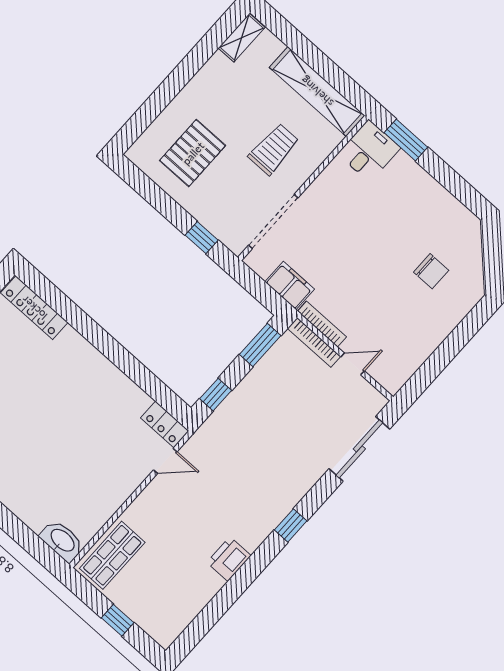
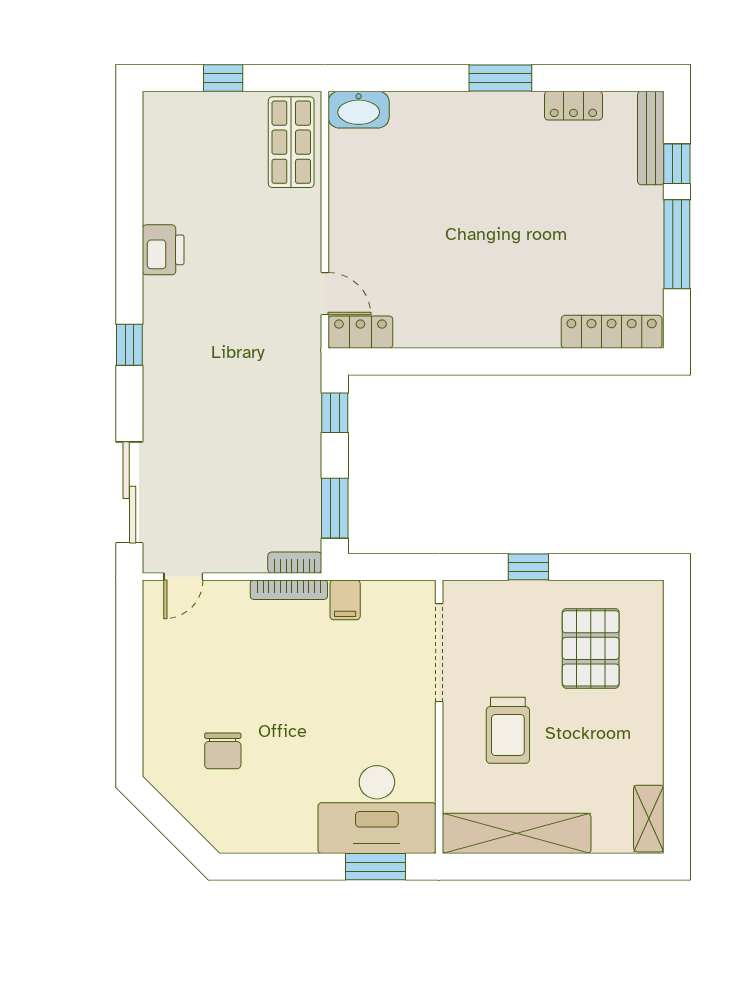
desk: (369, 151) -> (377, 810), width x1.87, depth x1.30
window: (202, 238) -> (528, 567), moved
chair: (431, 271) -> (223, 751), turned -90
filing cabinet: (290, 286) -> (345, 600), width x0.50
bookcase: (314, 342) -> (295, 563), width x0.64
door: (353, 364) -> (183, 577), moved
door: (165, 461) -> (325, 294), swing flipped

